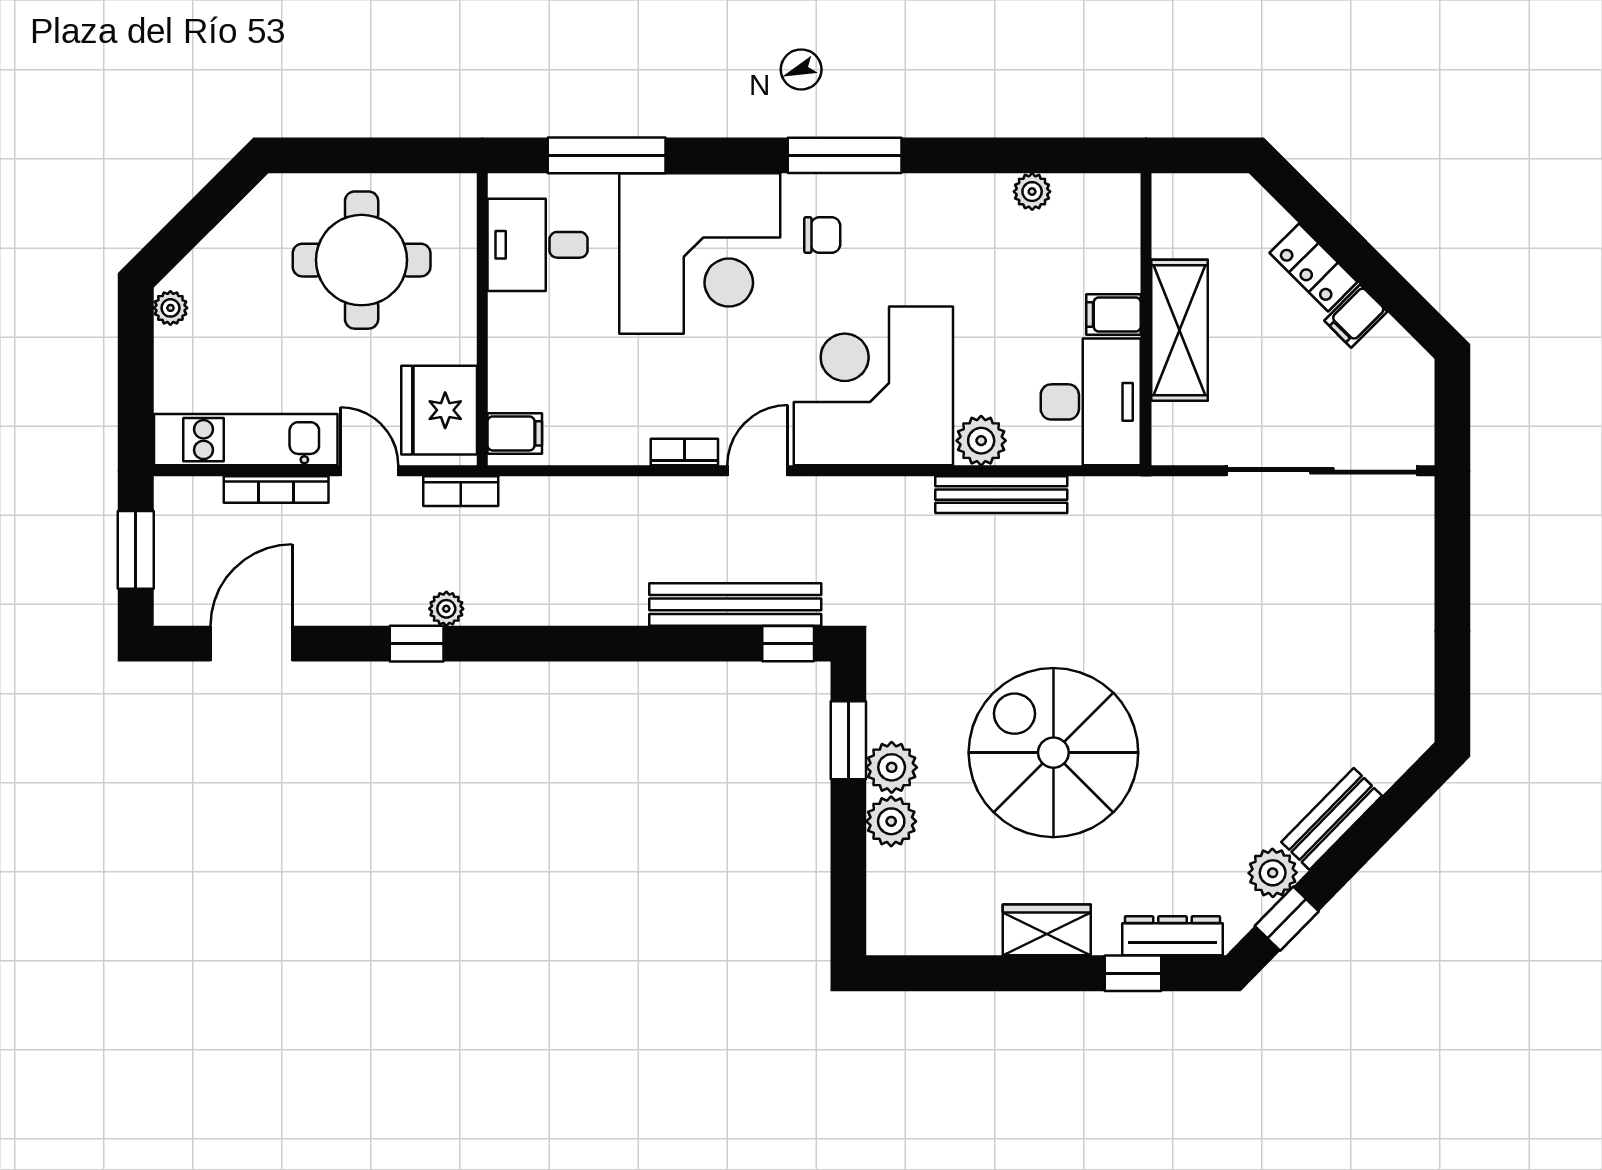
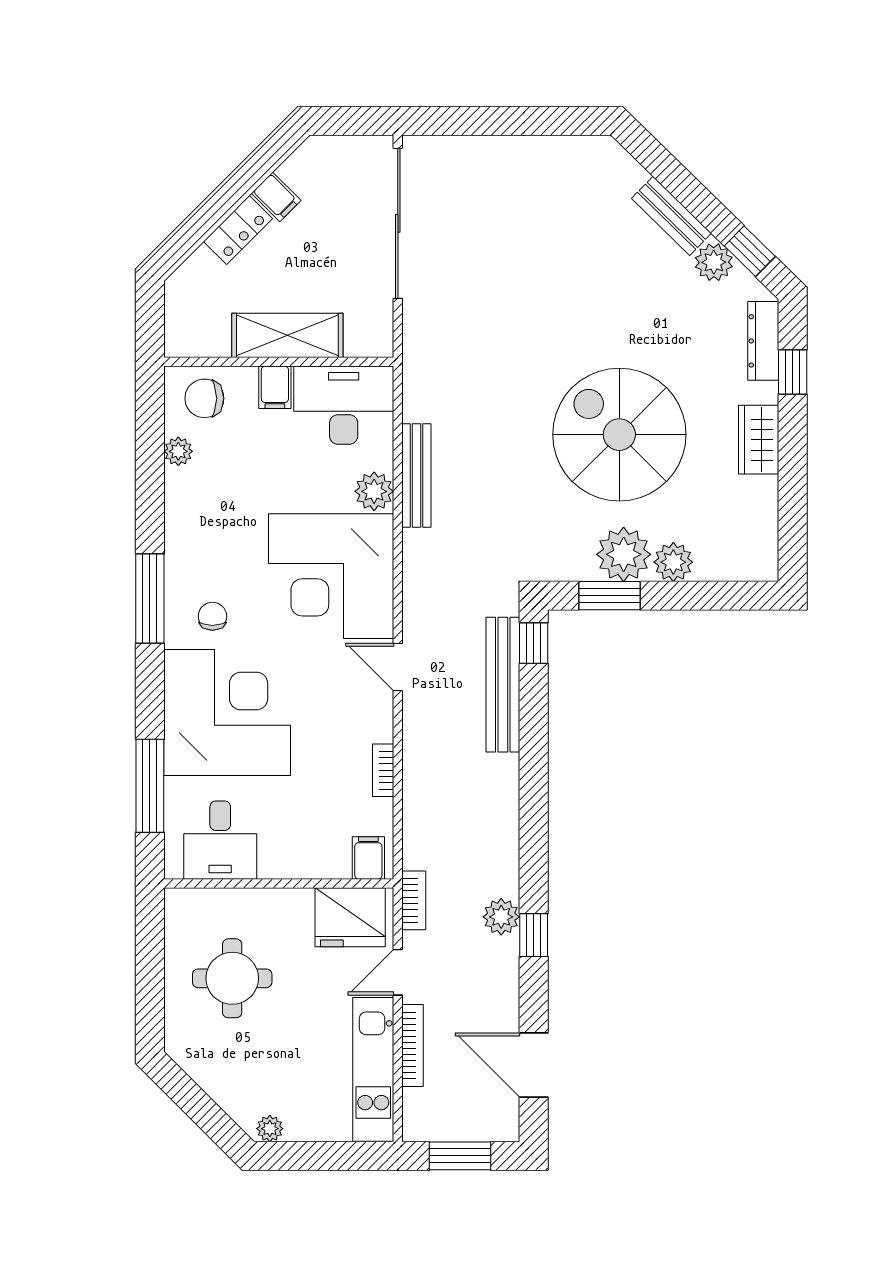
chair: (1099, 225) -> (204, 398), added
round table: (362, 260) -> (232, 978), width x0.73, depth x0.73
bookcase: (684, 452) -> (383, 770), moved
plant: (446, 609) -> (501, 917), width x1.38, depth x1.38
spiral stairs: (1053, 753) -> (619, 435), turned 90
plant: (892, 767) -> (624, 554), width x1.36, depth x1.36

